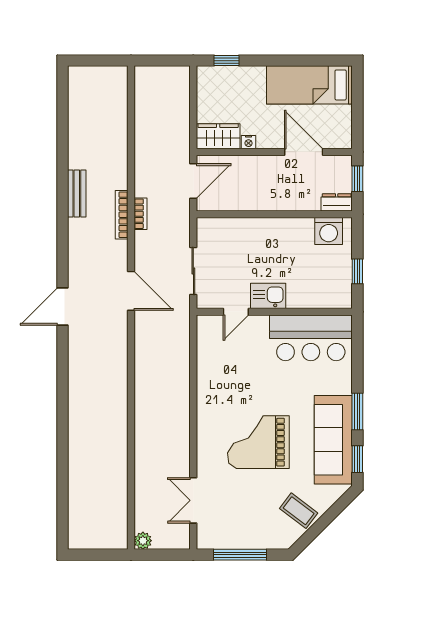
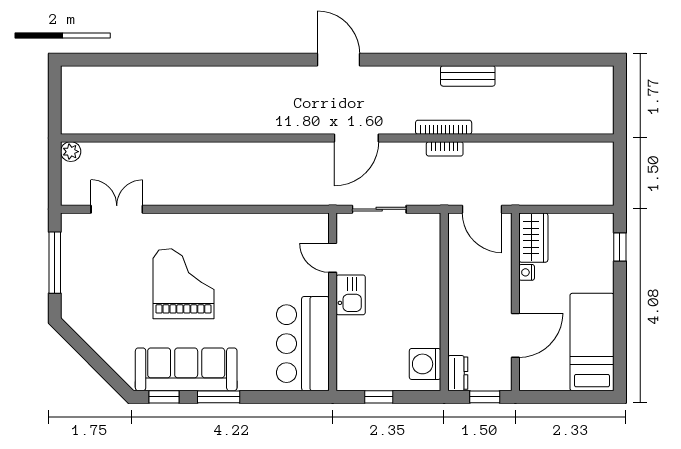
coffee table: (299, 511) -> (105, 330), removed

